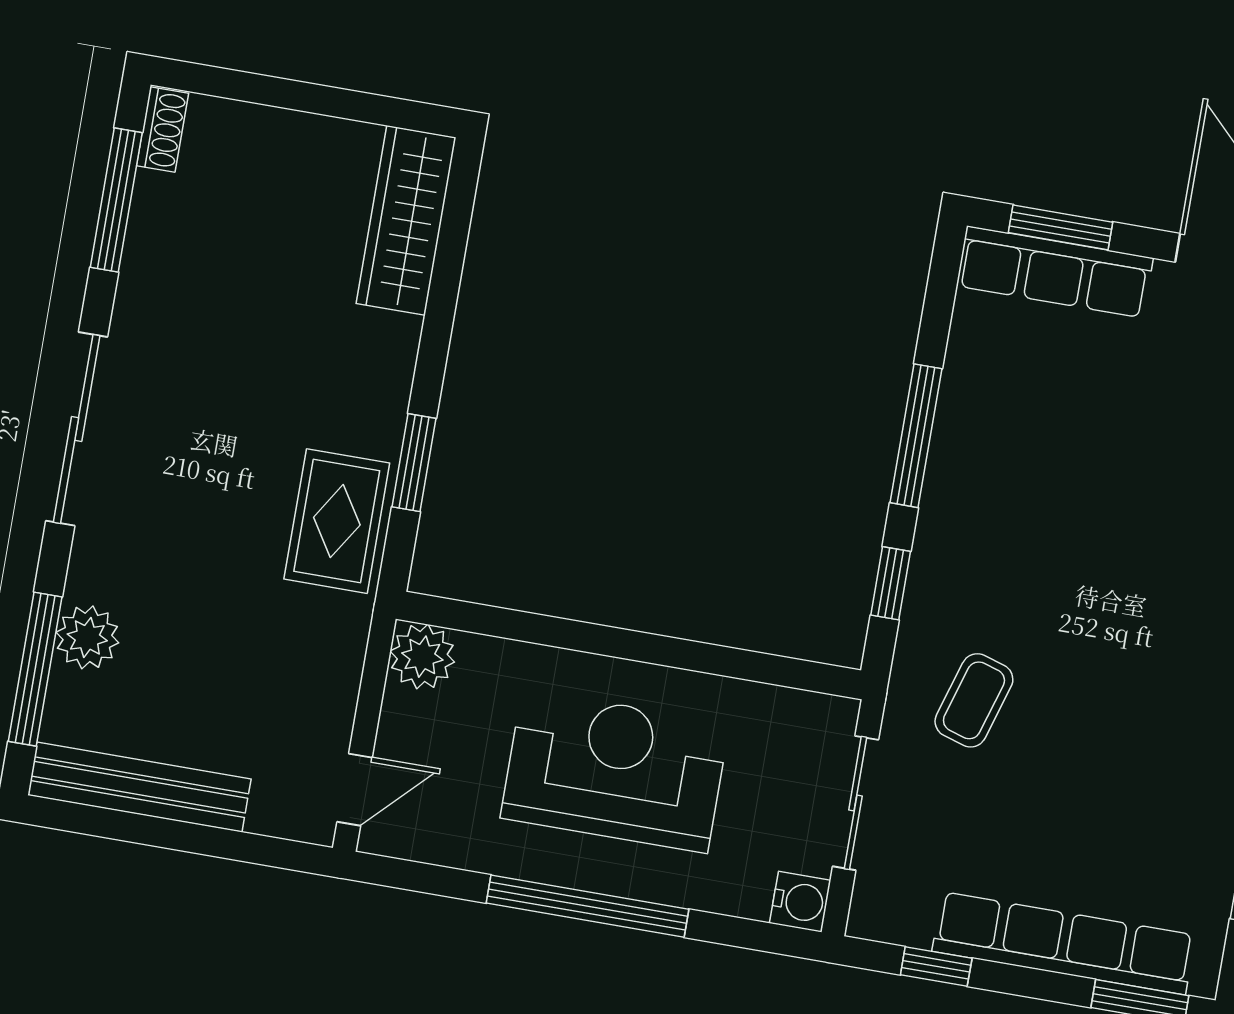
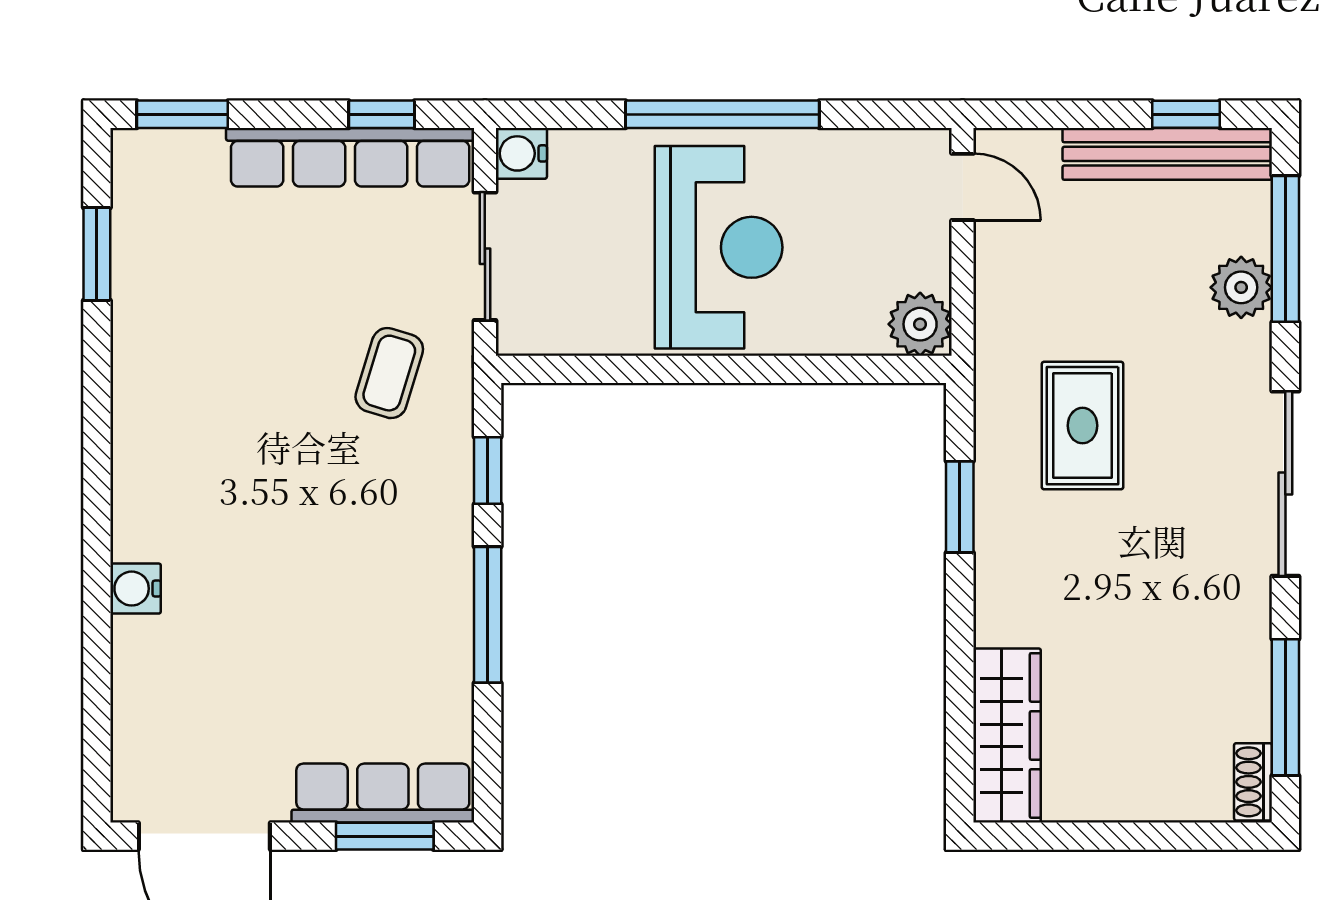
rug: (337, 521) -> (1083, 426), moved
reception desk: (615, 771) -> (719, 247), turned -90
door: (355, 790) -> (963, 187), swing flipped
window: (113, 824) -> (1186, 114), added
row of seats: (1064, 943) -> (350, 157), moved

